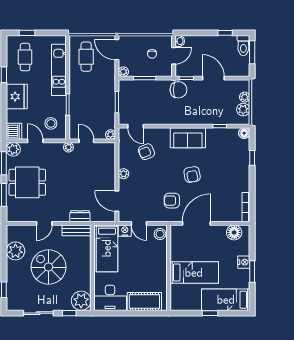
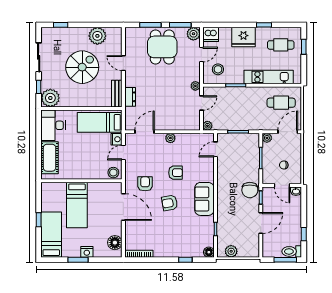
plant: (245, 97) -> (243, 253), removed
armchair: (146, 152) -> (175, 173), moved, turned 113

